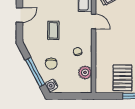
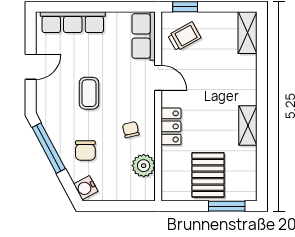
locker: (101, 50) -> (171, 126), added
window: (35, 72) -> (49, 148), moved

